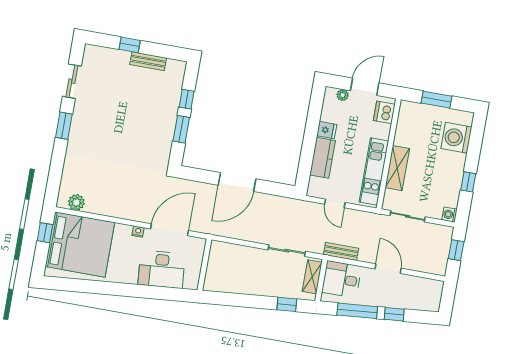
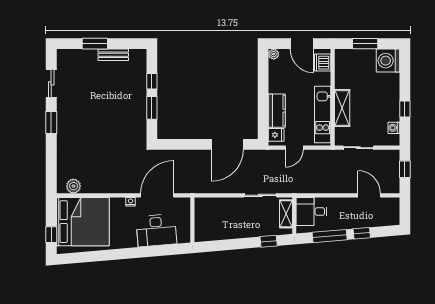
window: (130, 45) -> (95, 44), width x1.50
door: (365, 87) -> (302, 44), swing flipped
plant: (343, 95) -> (274, 54), moved
fridge: (327, 130) -> (276, 135), moved
washing machine: (456, 138) -> (388, 61), moved
door: (237, 182) -> (227, 144), moved
door: (335, 203) -> (294, 148), hinge flipped
washing machine: (450, 215) -> (394, 128), moved
window: (45, 233) -> (51, 235), moved
bench: (341, 251) -> (307, 188), removed
door: (388, 269) -> (369, 195), moved

